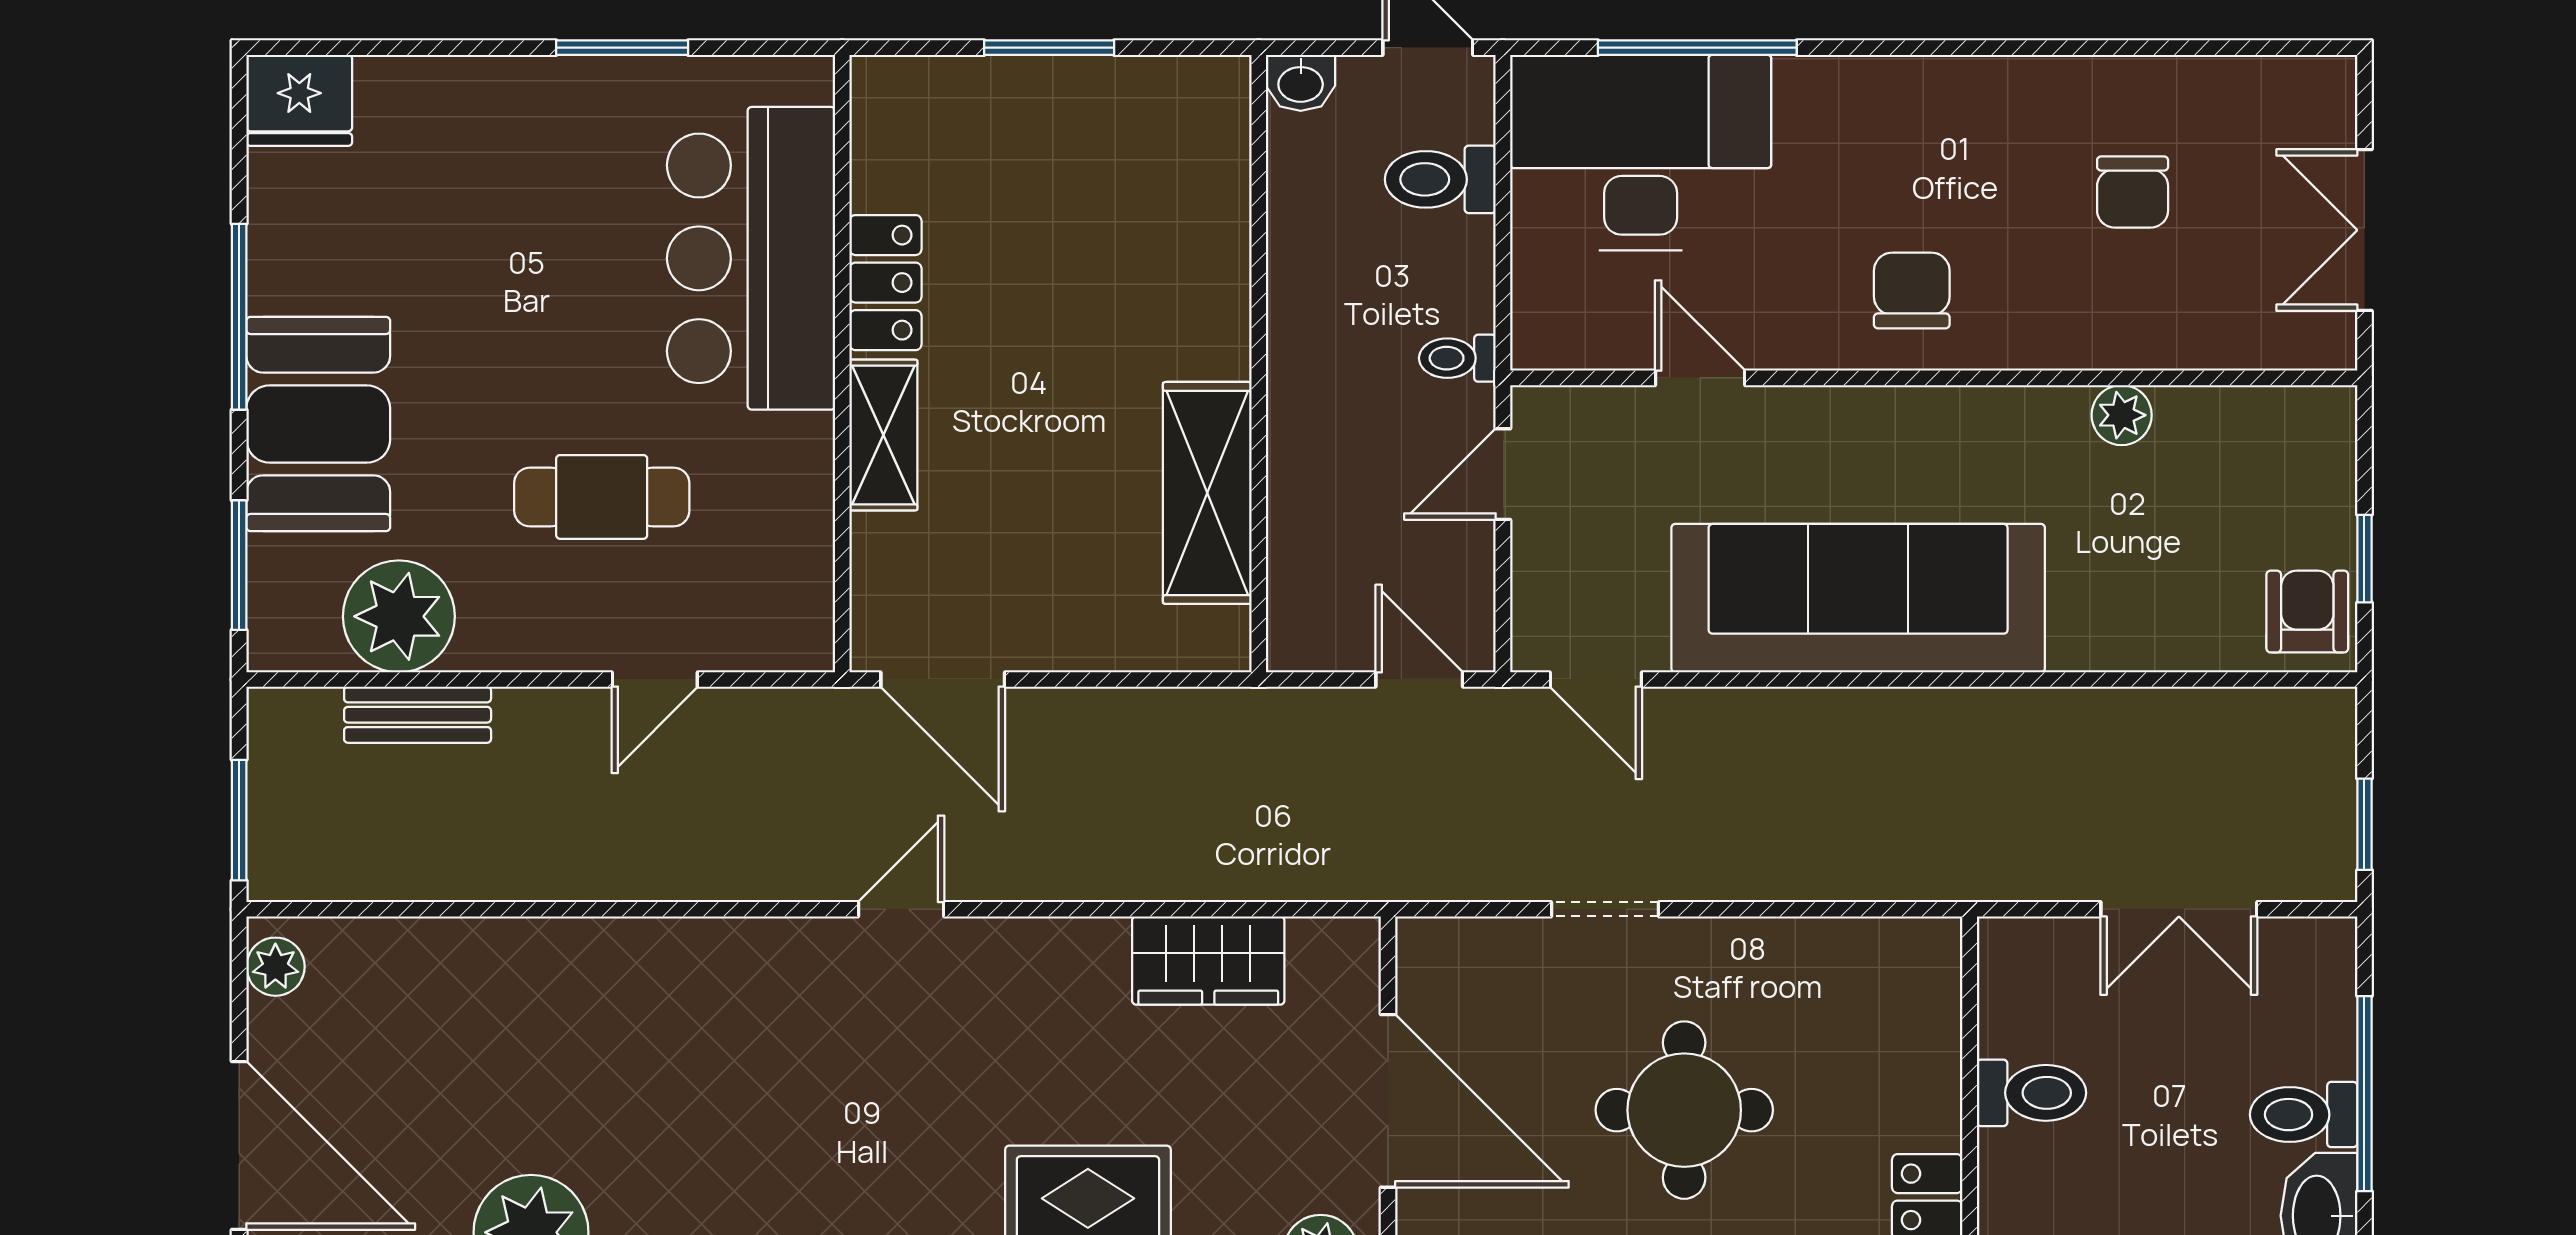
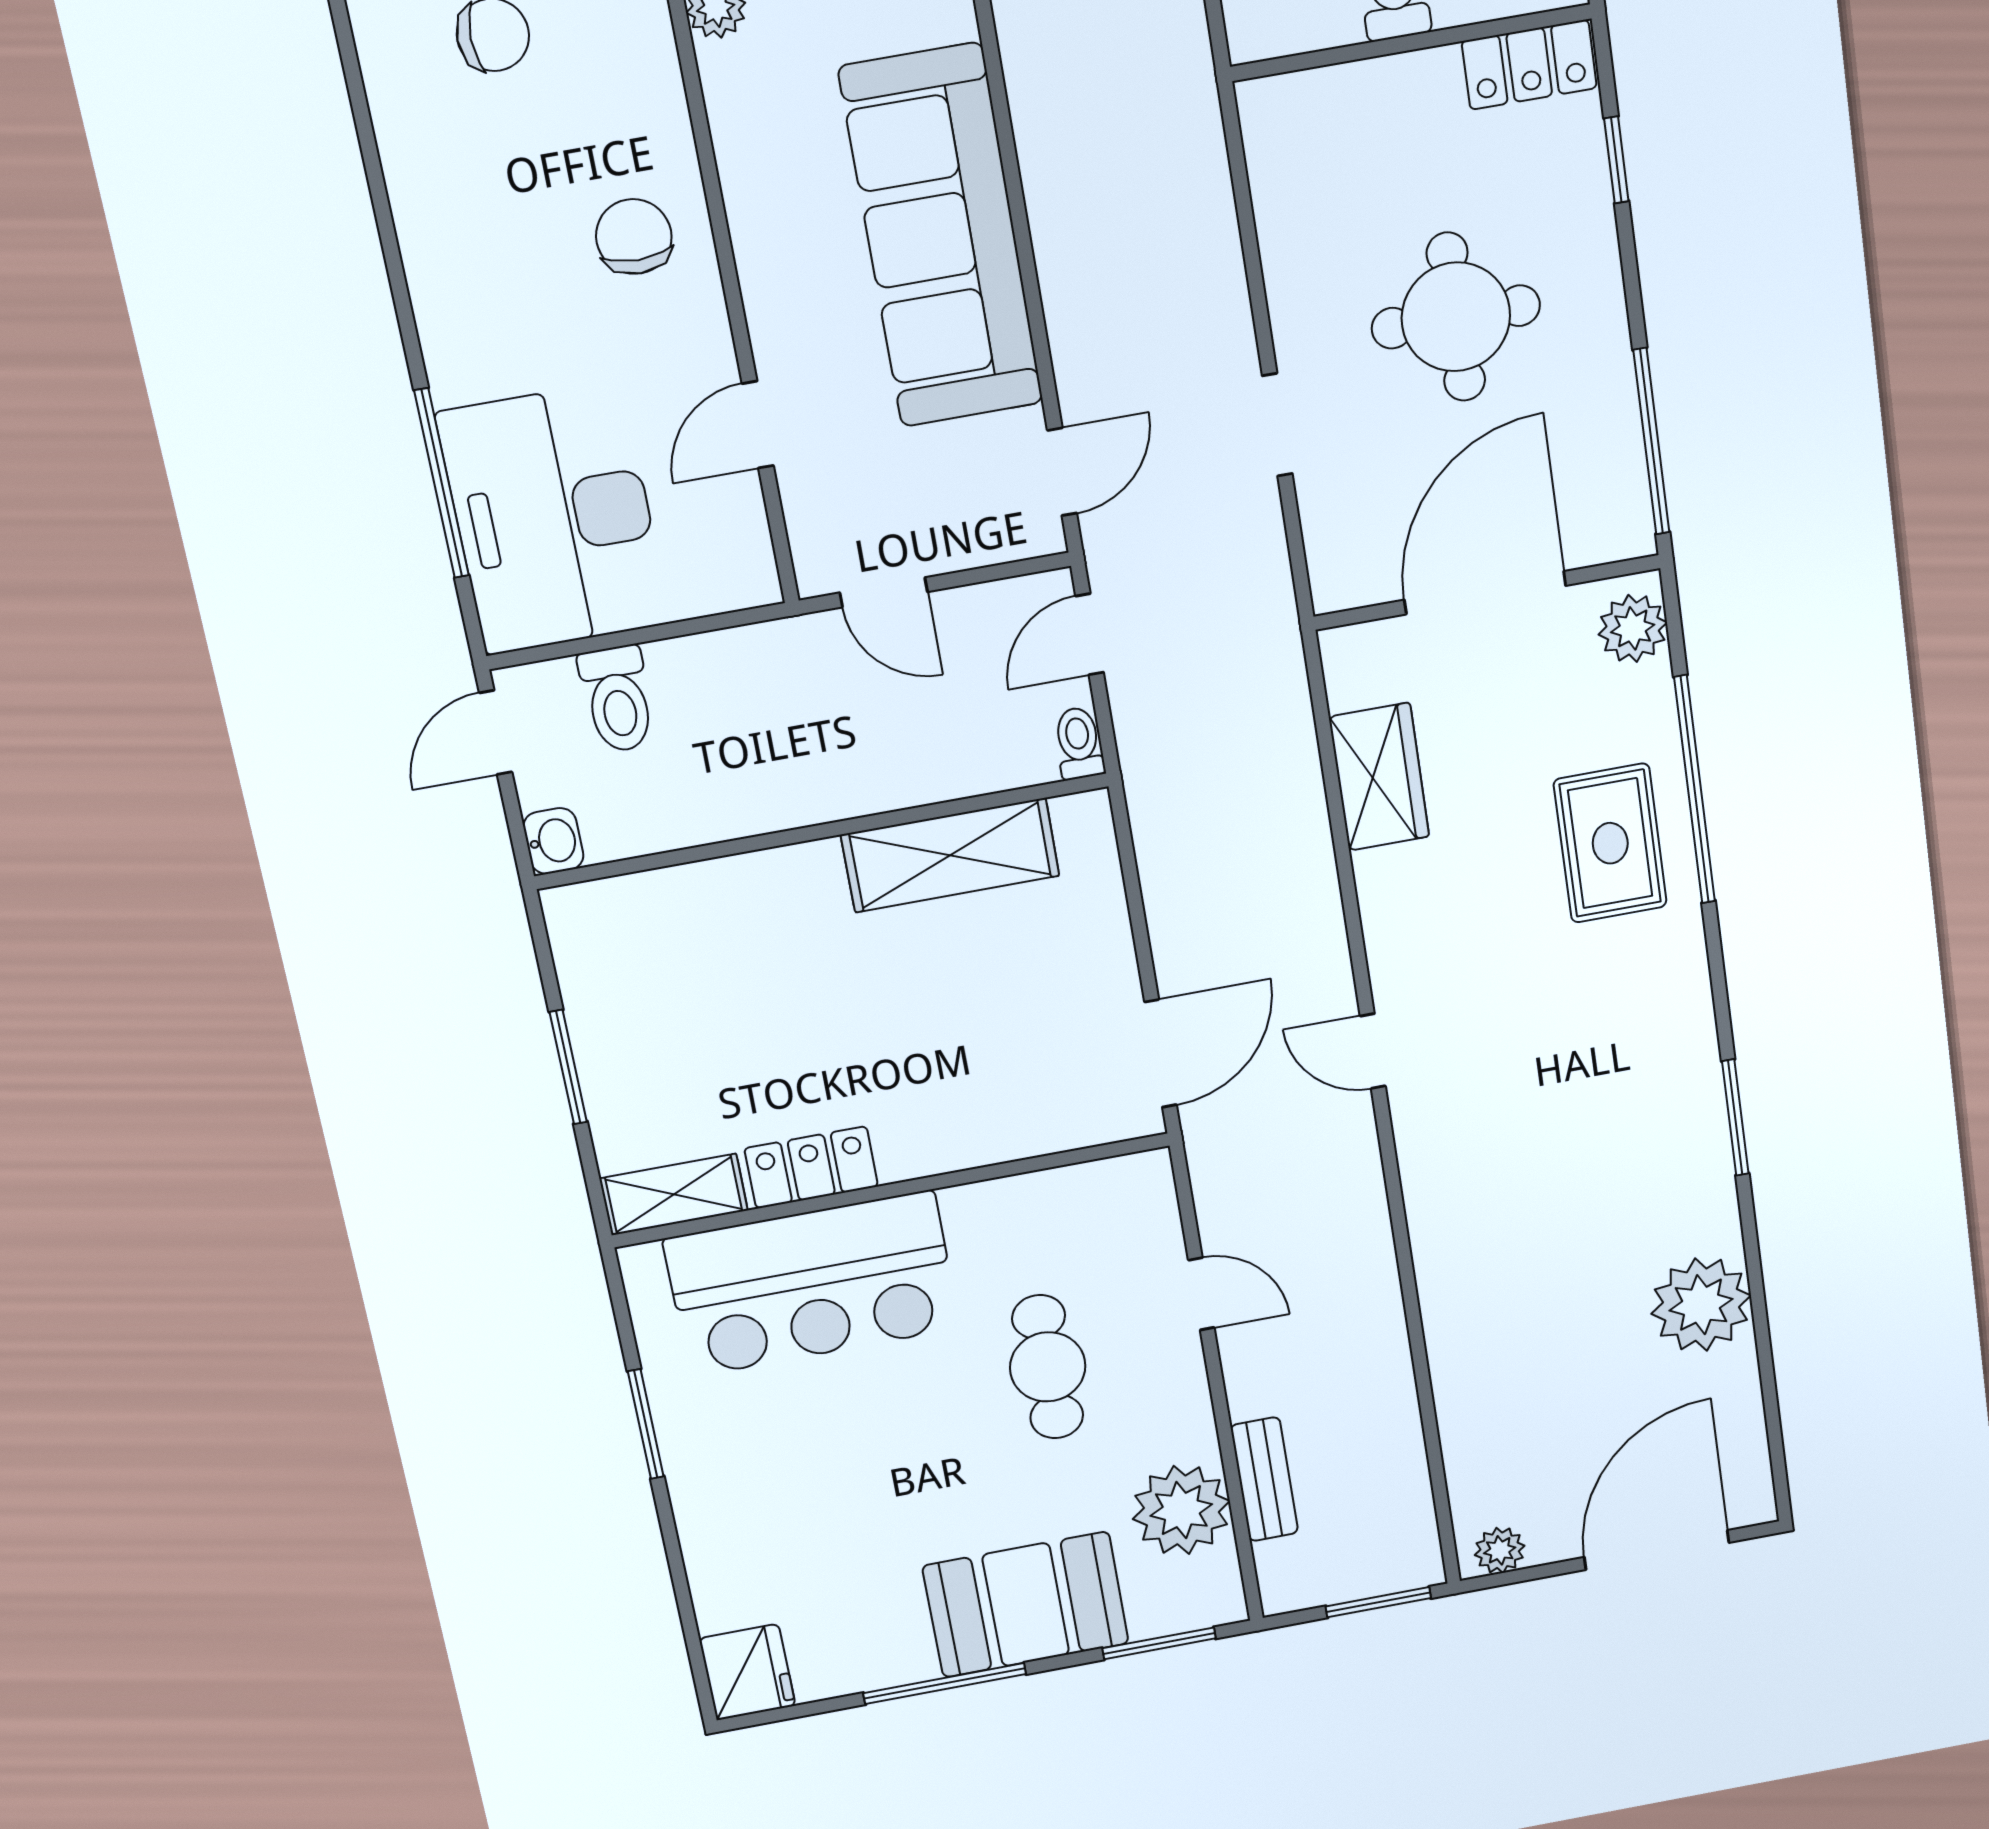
chair: (1912, 291) -> (634, 237), turned 90
toilet: (1457, 358) -> (1079, 743), moved, turned 180
shelving: (883, 435) -> (674, 1194), moved

